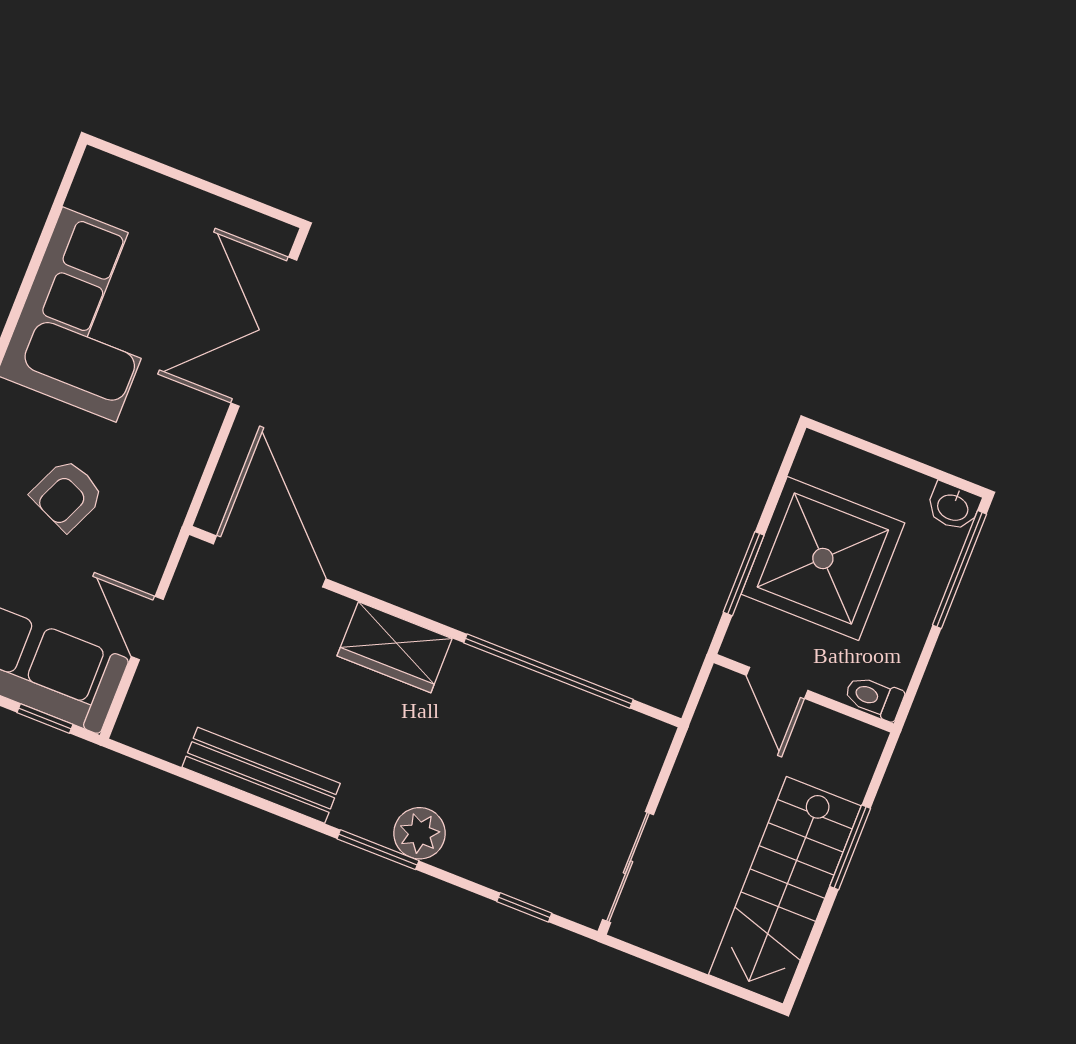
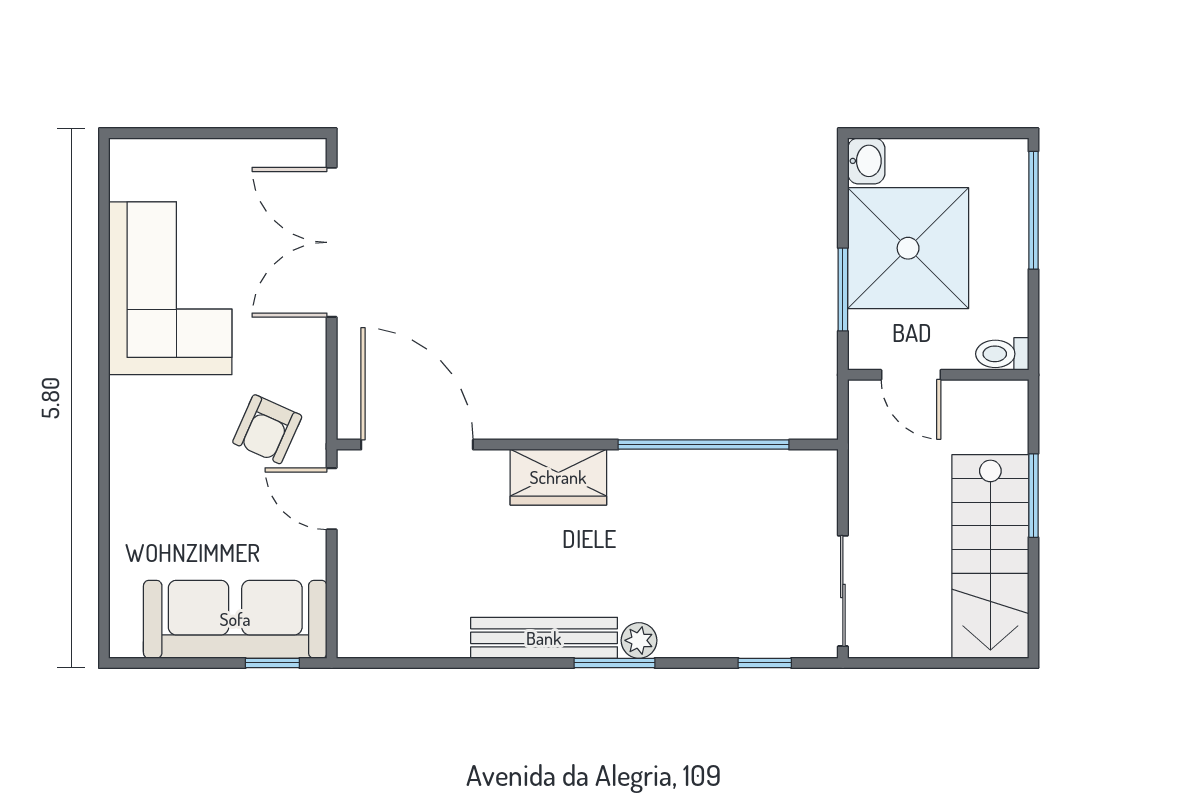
armchair: (67, 495) -> (267, 429), moved
washbasin: (953, 507) -> (866, 161), moved, turned -90
door: (147, 628) -> (332, 499), moved
bench: (261, 775) -> (544, 638), moved
plant: (420, 833) -> (639, 640), width x0.73, depth x0.73

